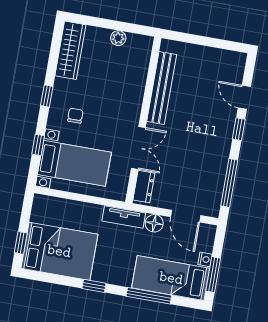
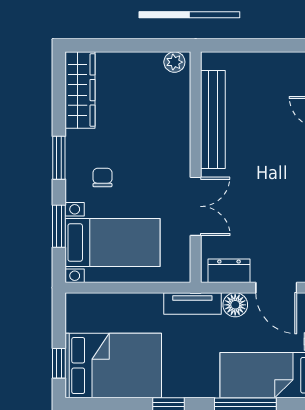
plant: (118, 38) -> (174, 62), moved
window: (47, 96) -> (59, 158), width x1.50
window: (38, 145) -> (59, 226), width x1.50
dresser: (144, 187) -> (229, 271), moved, turned -90

